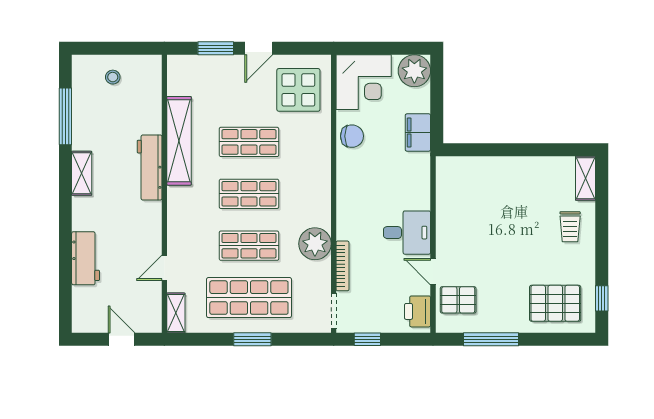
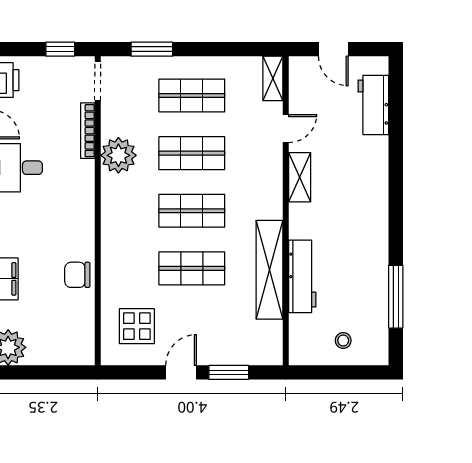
corner desk: (364, 82) -> (64, 335), removed
display table: (298, 90) -> (137, 326), width x0.73, depth x0.73
workbench: (150, 167) -> (302, 276), moved
shelving: (82, 173) -> (300, 177), moved
workbench: (86, 258) -> (373, 105), moved
shop shelf: (249, 298) -> (192, 95), width x0.70, depth x0.74
window: (252, 339) -> (152, 49), moved

